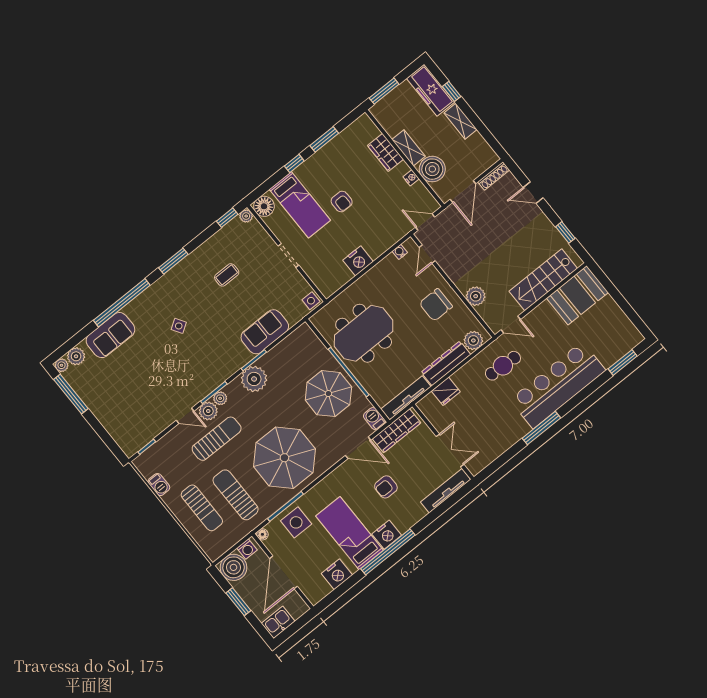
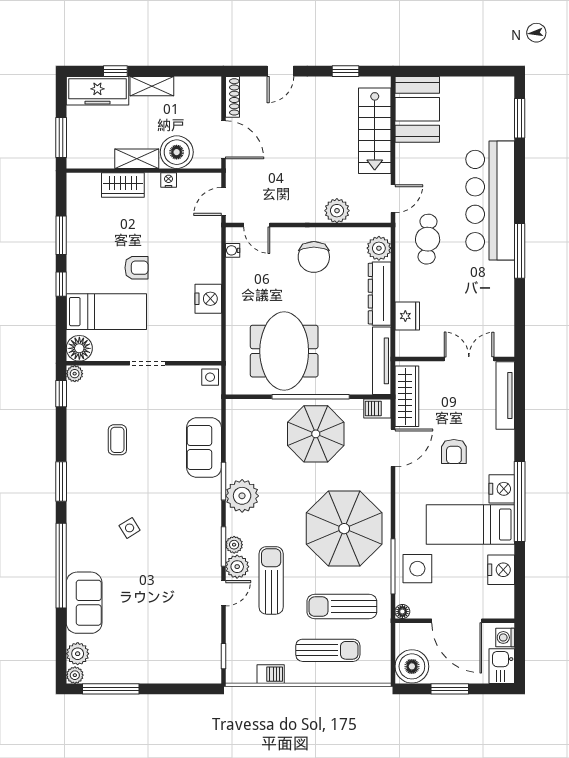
washing machine: (247, 549) -> (505, 637), moved, turned 180

